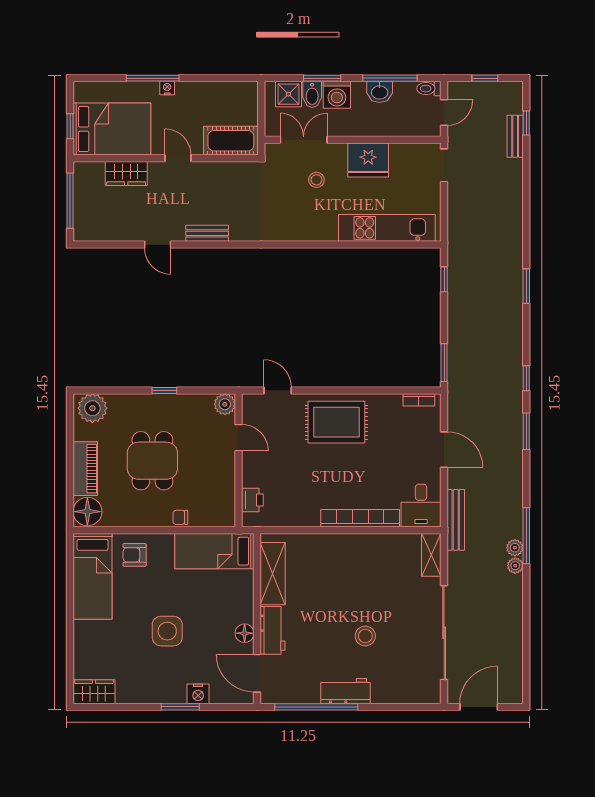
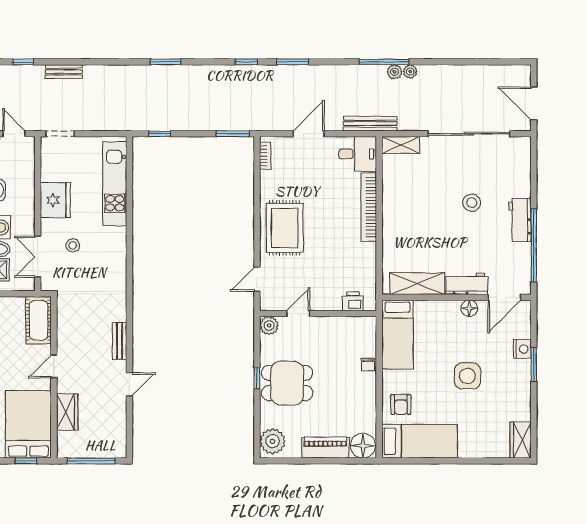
bench: (515, 136) -> (64, 72), moved
dining table: (152, 461) -> (287, 383), moved

